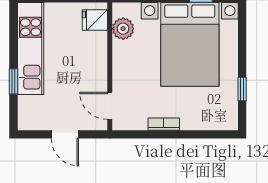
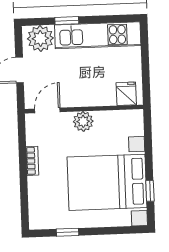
plant: (123, 29) -> (83, 121), moved
plant: (32, 111) -> (40, 38), added

